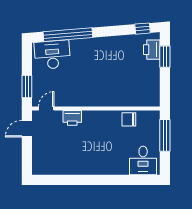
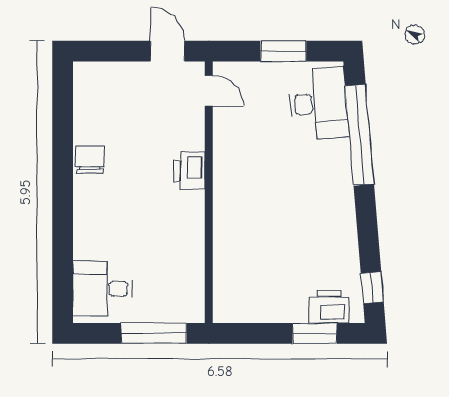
window: (27, 87) -> (283, 51), moved
printer: (72, 118) -> (190, 171), moved
chair: (129, 119) -> (90, 160), moved

